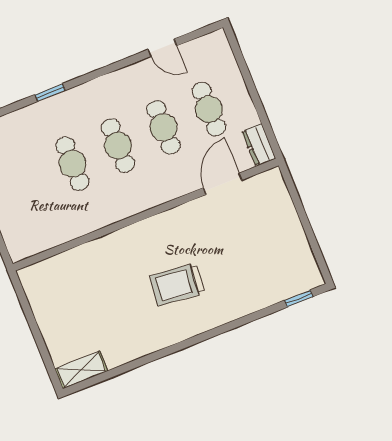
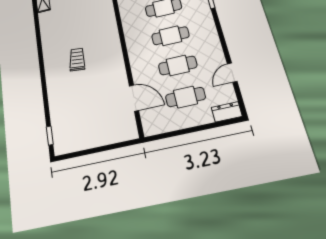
dresser: (259, 145) -> (227, 112), moved
trolley: (177, 284) -> (77, 59), width x0.73, depth x0.72

